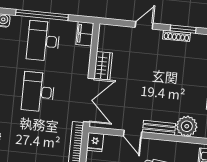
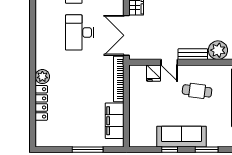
double door: (89, 100) -> (126, 35), swing flipped
fridge: (95, 142) -> (154, 73), moved

